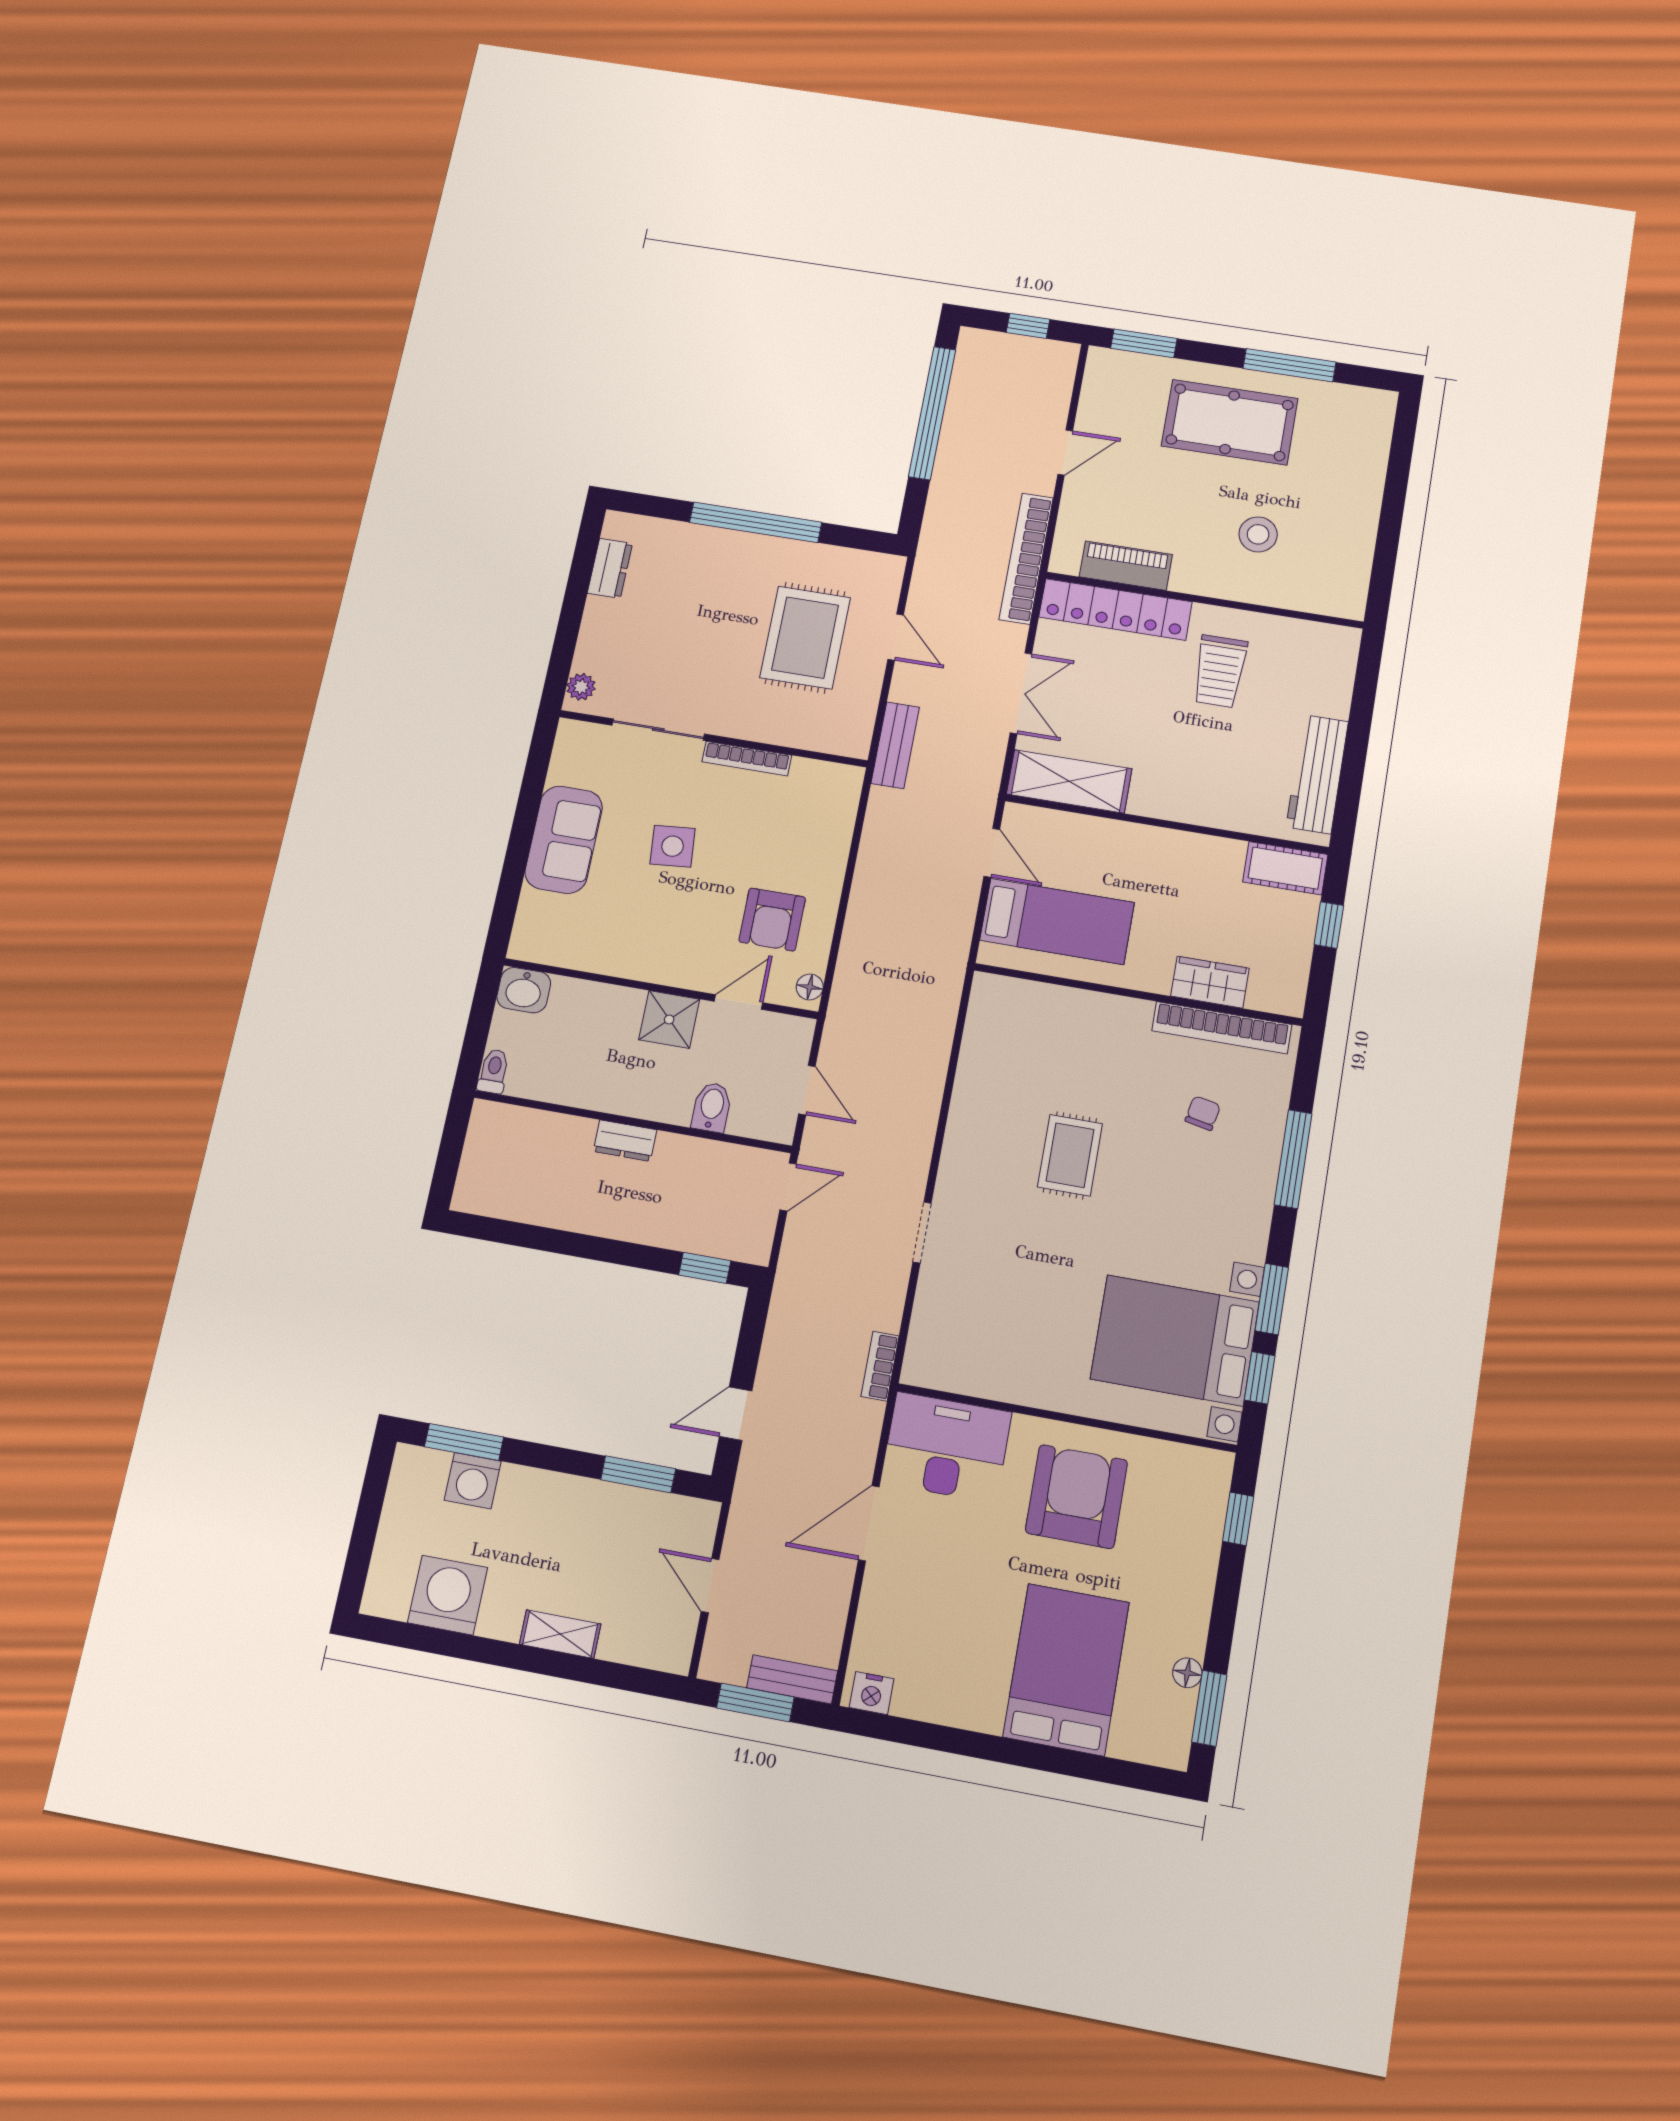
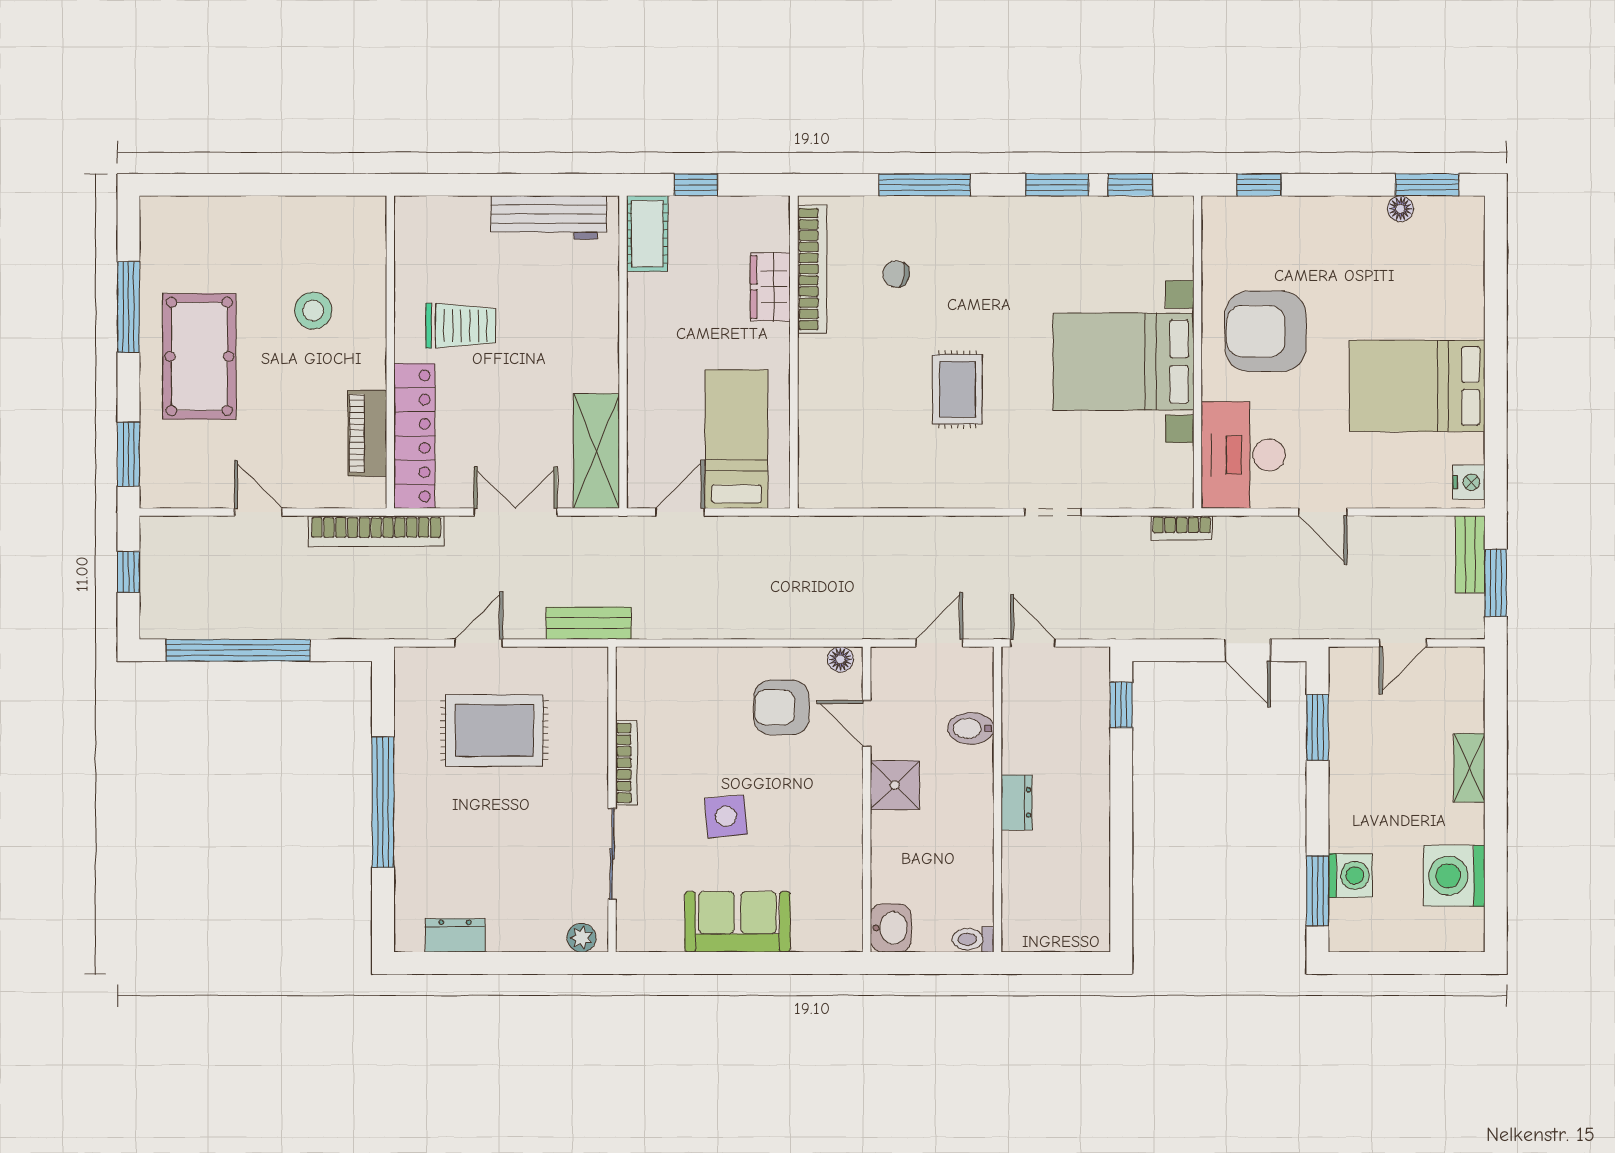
armchair: (772, 919) -> (781, 707), turned 180
rug: (1070, 1155) -> (957, 389), turned 90
bed with nightstands: (1175, 1340) -> (1123, 362), moved, turned 90
door: (869, 1523) -> (1323, 512), width x0.73
bed: (1066, 1669) -> (1417, 386), moved

